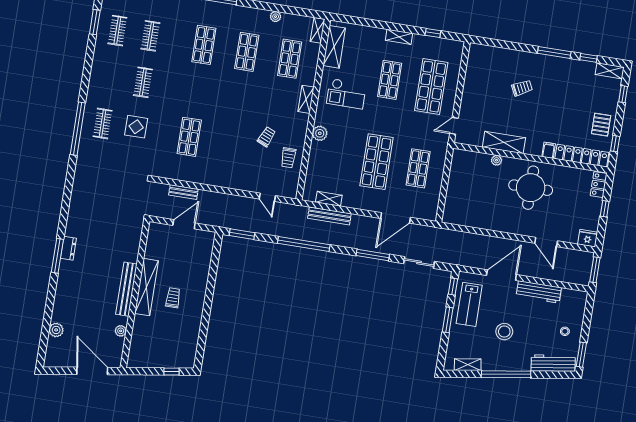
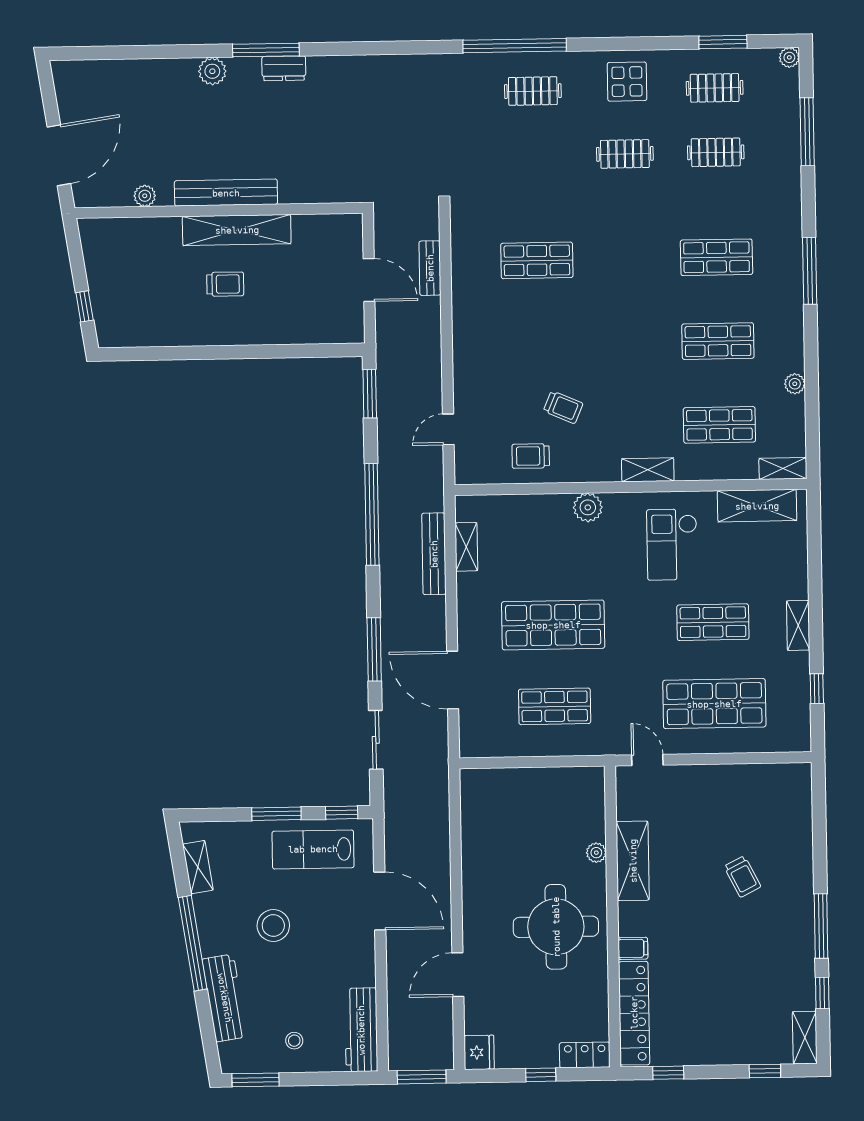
pallet: (601, 125) -> (700, 1040), removed
display table: (136, 127) -> (627, 82), moved
workbench: (539, 292) -> (361, 1030), moved
plant: (56, 330) -> (212, 71), moved
workbench: (553, 363) -> (225, 998), moved

